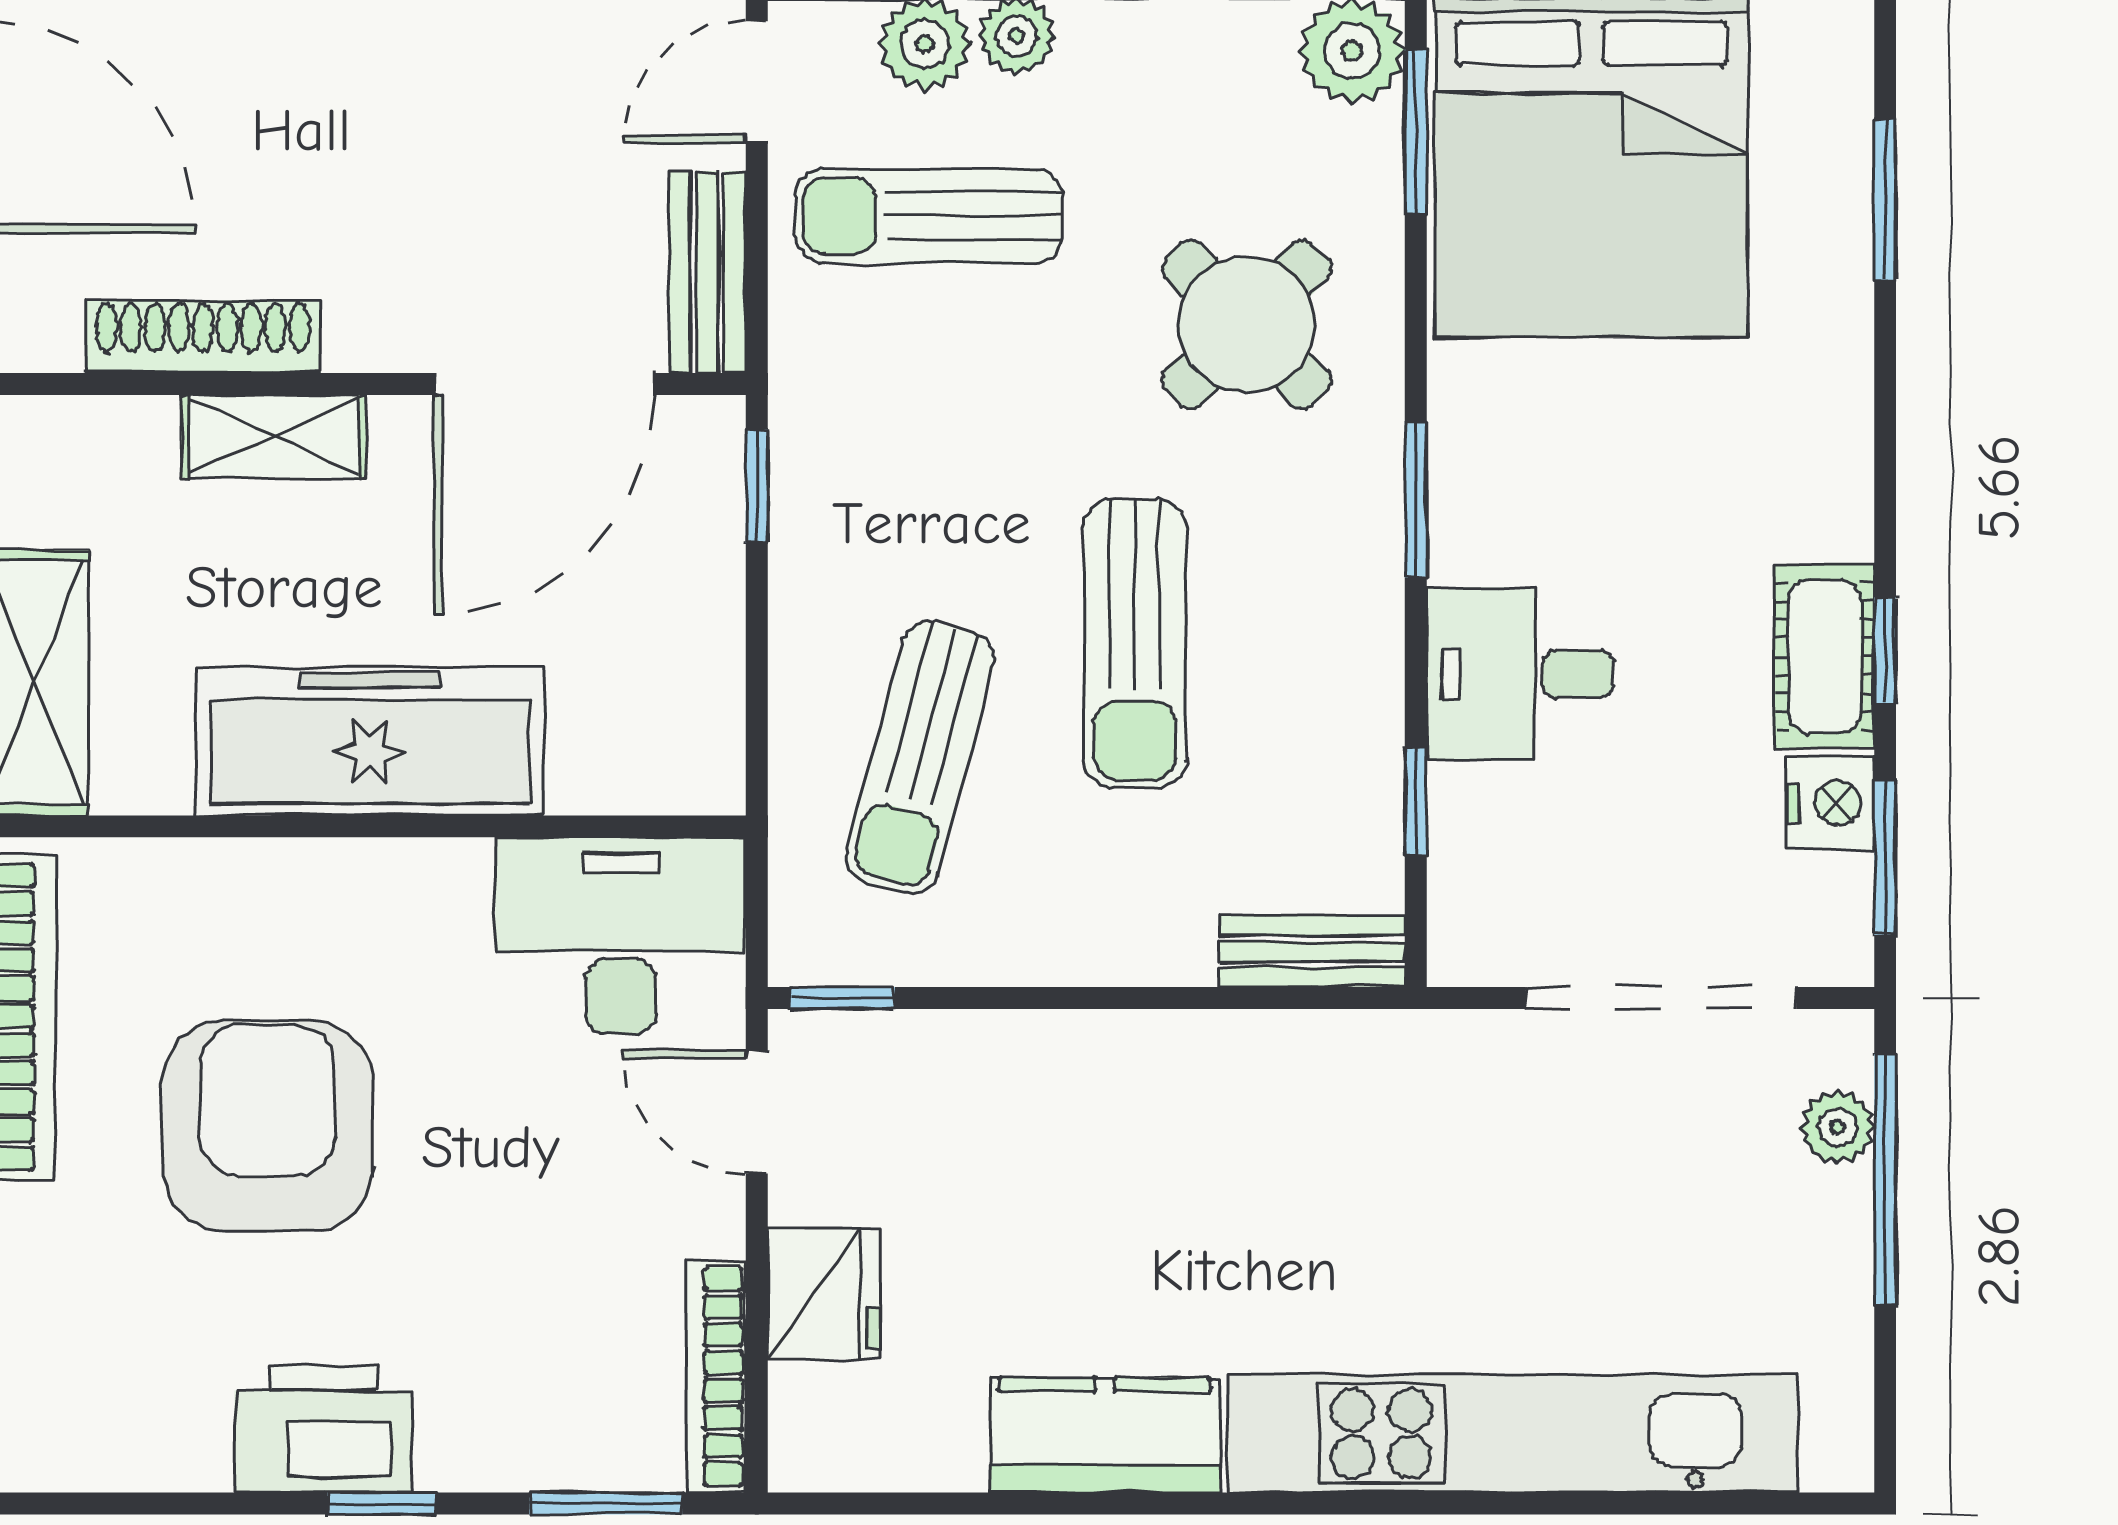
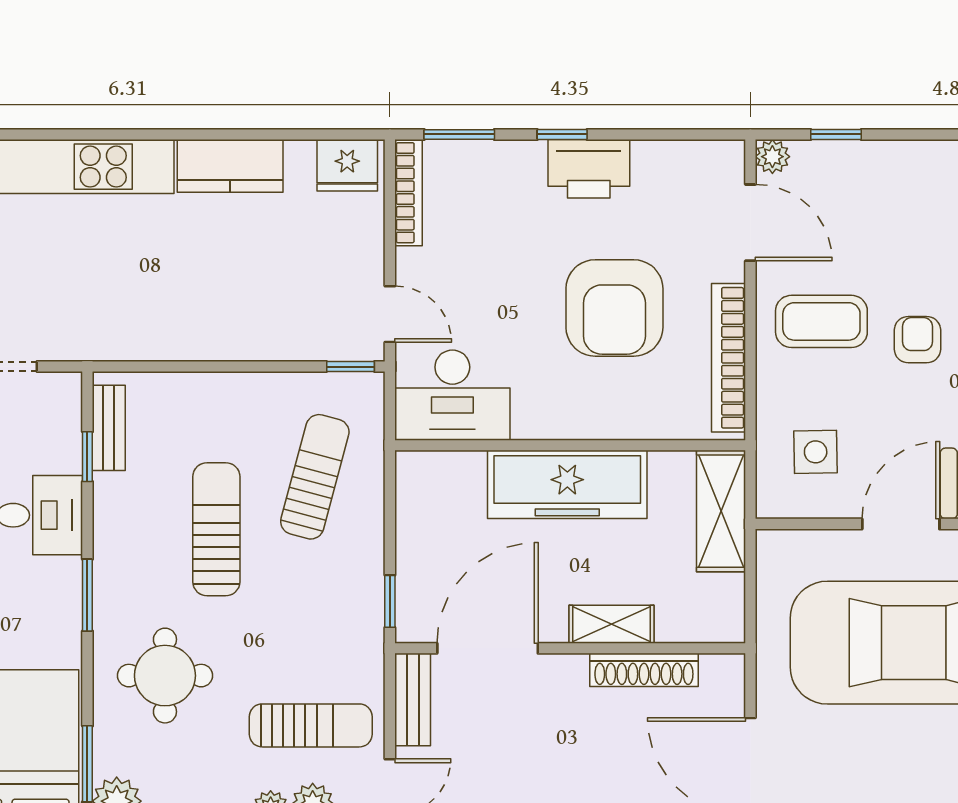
round table: (1247, 325) -> (165, 676), turned 45
bench: (1312, 952) -> (109, 428), moved, turned 90
fridge: (824, 1294) -> (347, 165), moved, turned -90

